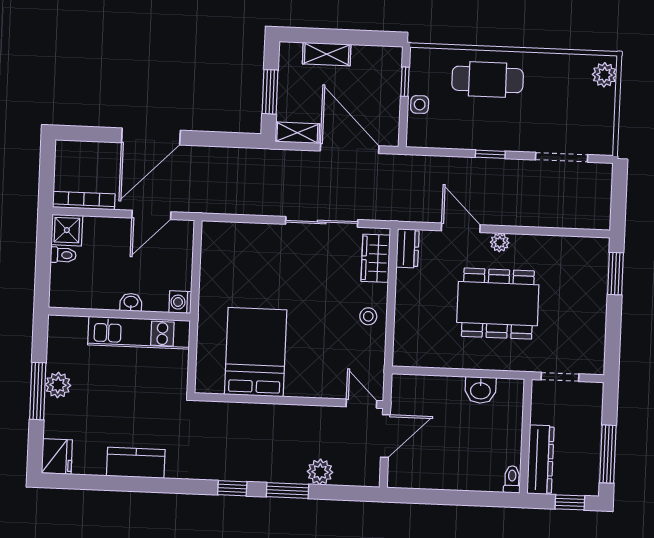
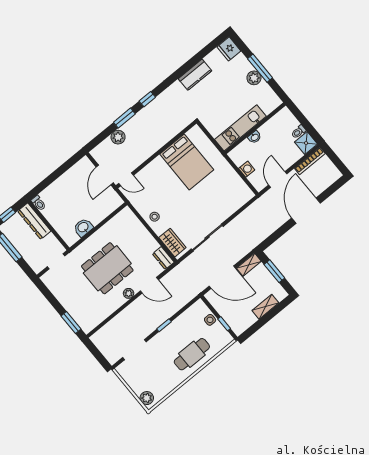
washing machine: (180, 302) -> (247, 169), moved

